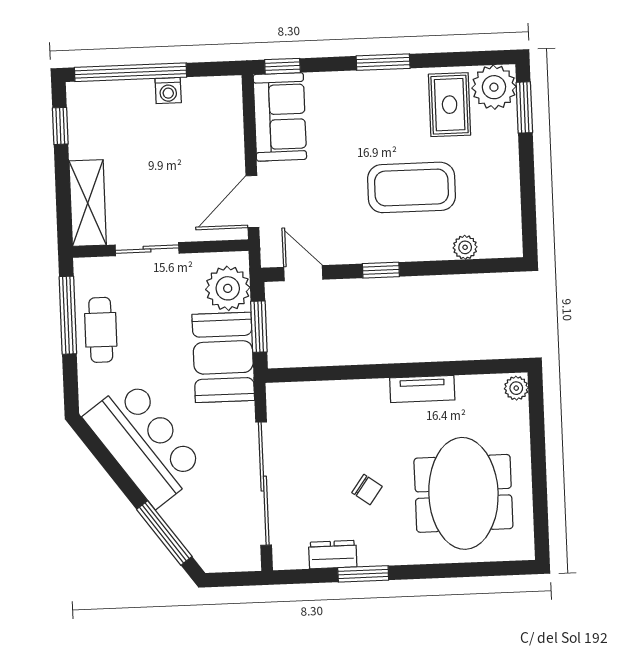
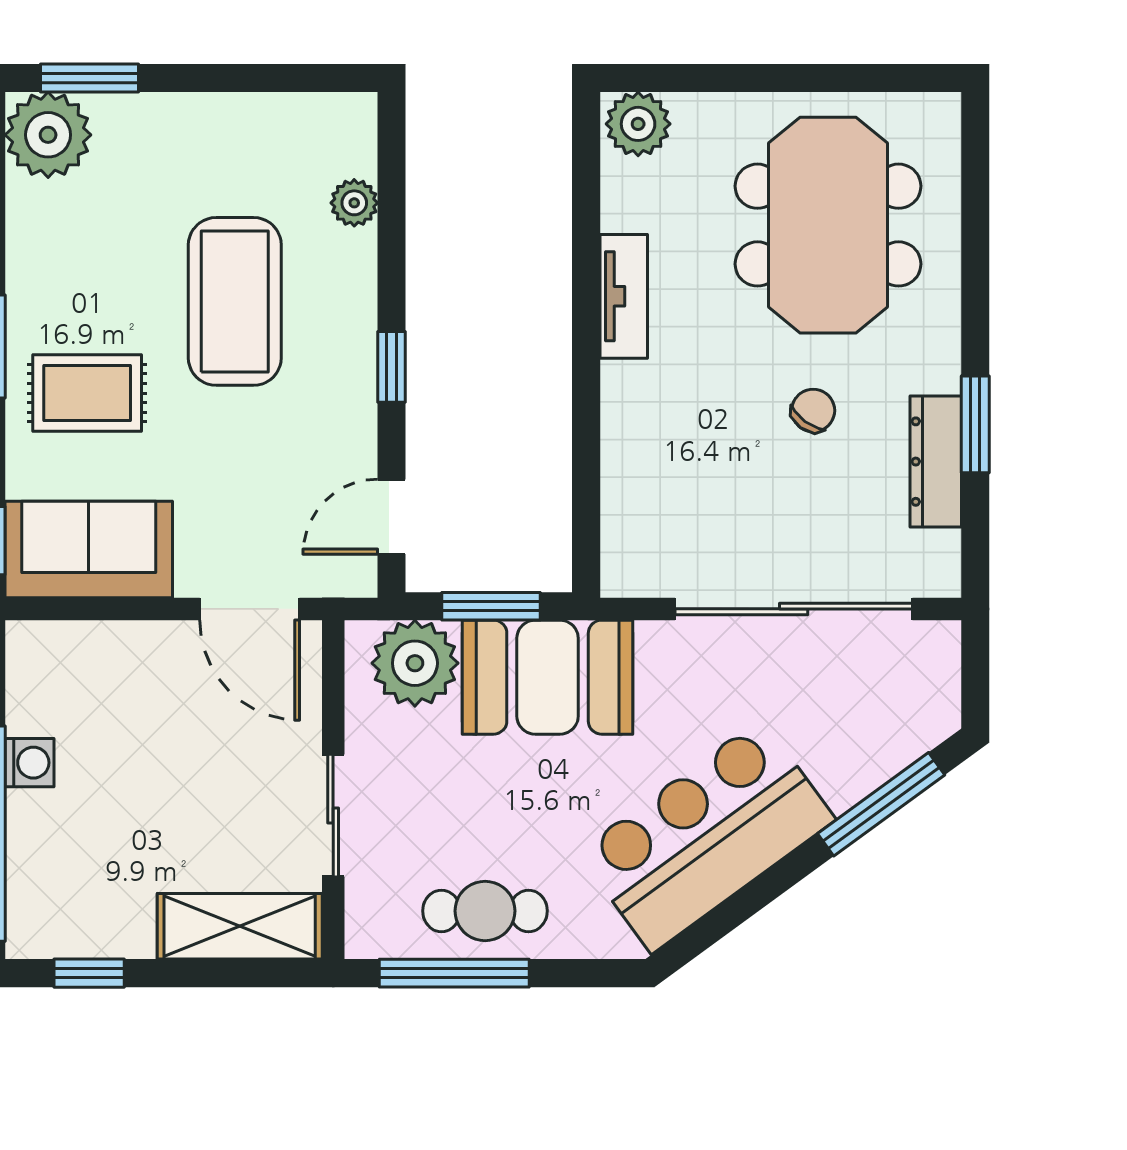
rug: (450, 105) -> (87, 393), moved
plant: (516, 388) -> (638, 124), width x1.38, depth x1.38
meeting table: (463, 493) -> (828, 225), turned 90
dresser: (333, 555) -> (936, 462), width x1.44

